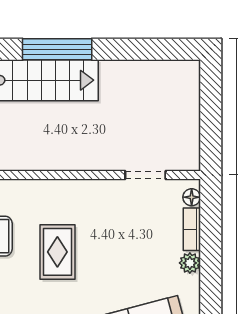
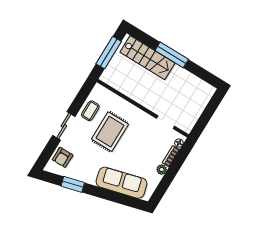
window: (57, 49) -> (172, 55), moved
rug: (57, 252) -> (110, 132), width x1.36, depth x1.43

